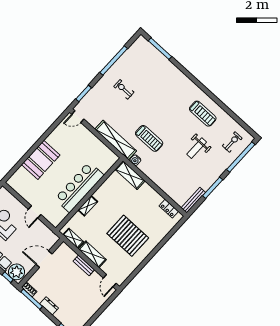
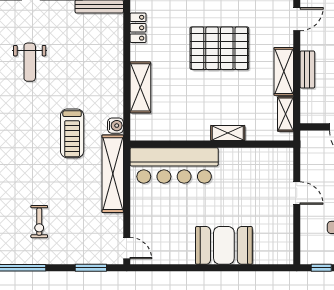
treadmill: (149, 138) -> (72, 133), turned 180
weight bench: (197, 148) -> (30, 62), turned 90
shelving: (130, 175) -> (140, 87), moved
bar counter: (79, 187) -> (174, 165), moved
door: (35, 212) -> (297, 193), hinge flipped
pallet: (128, 236) -> (219, 48), turned 90

